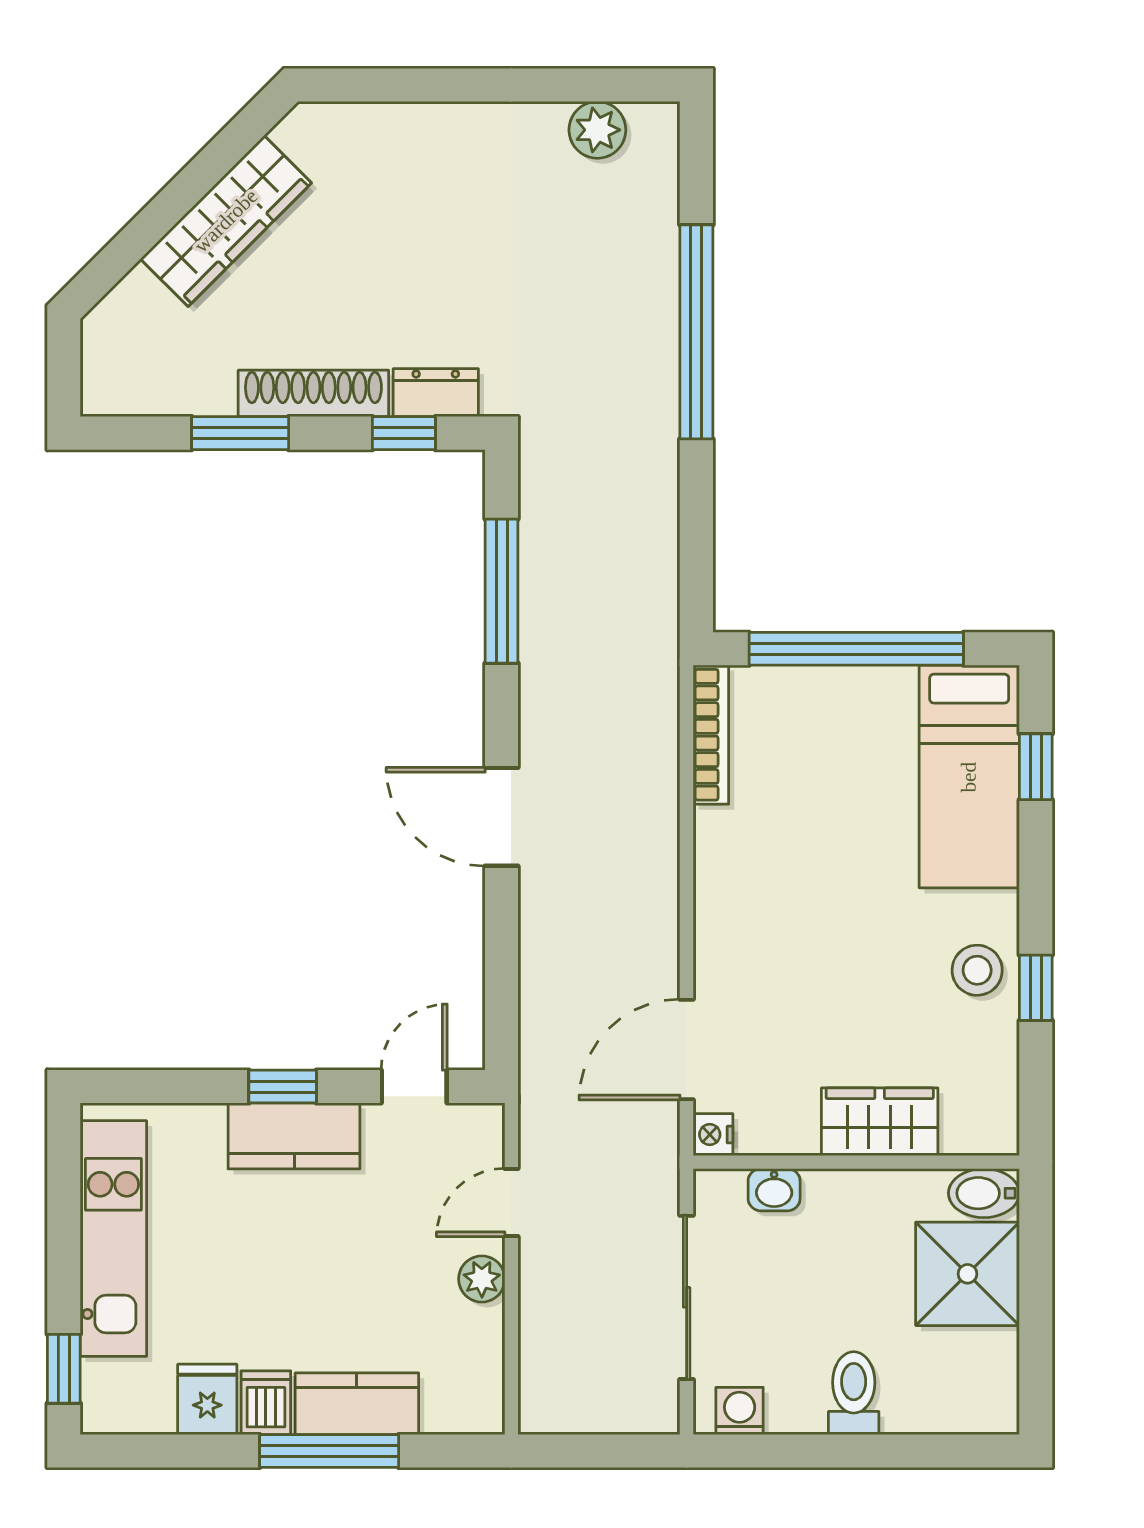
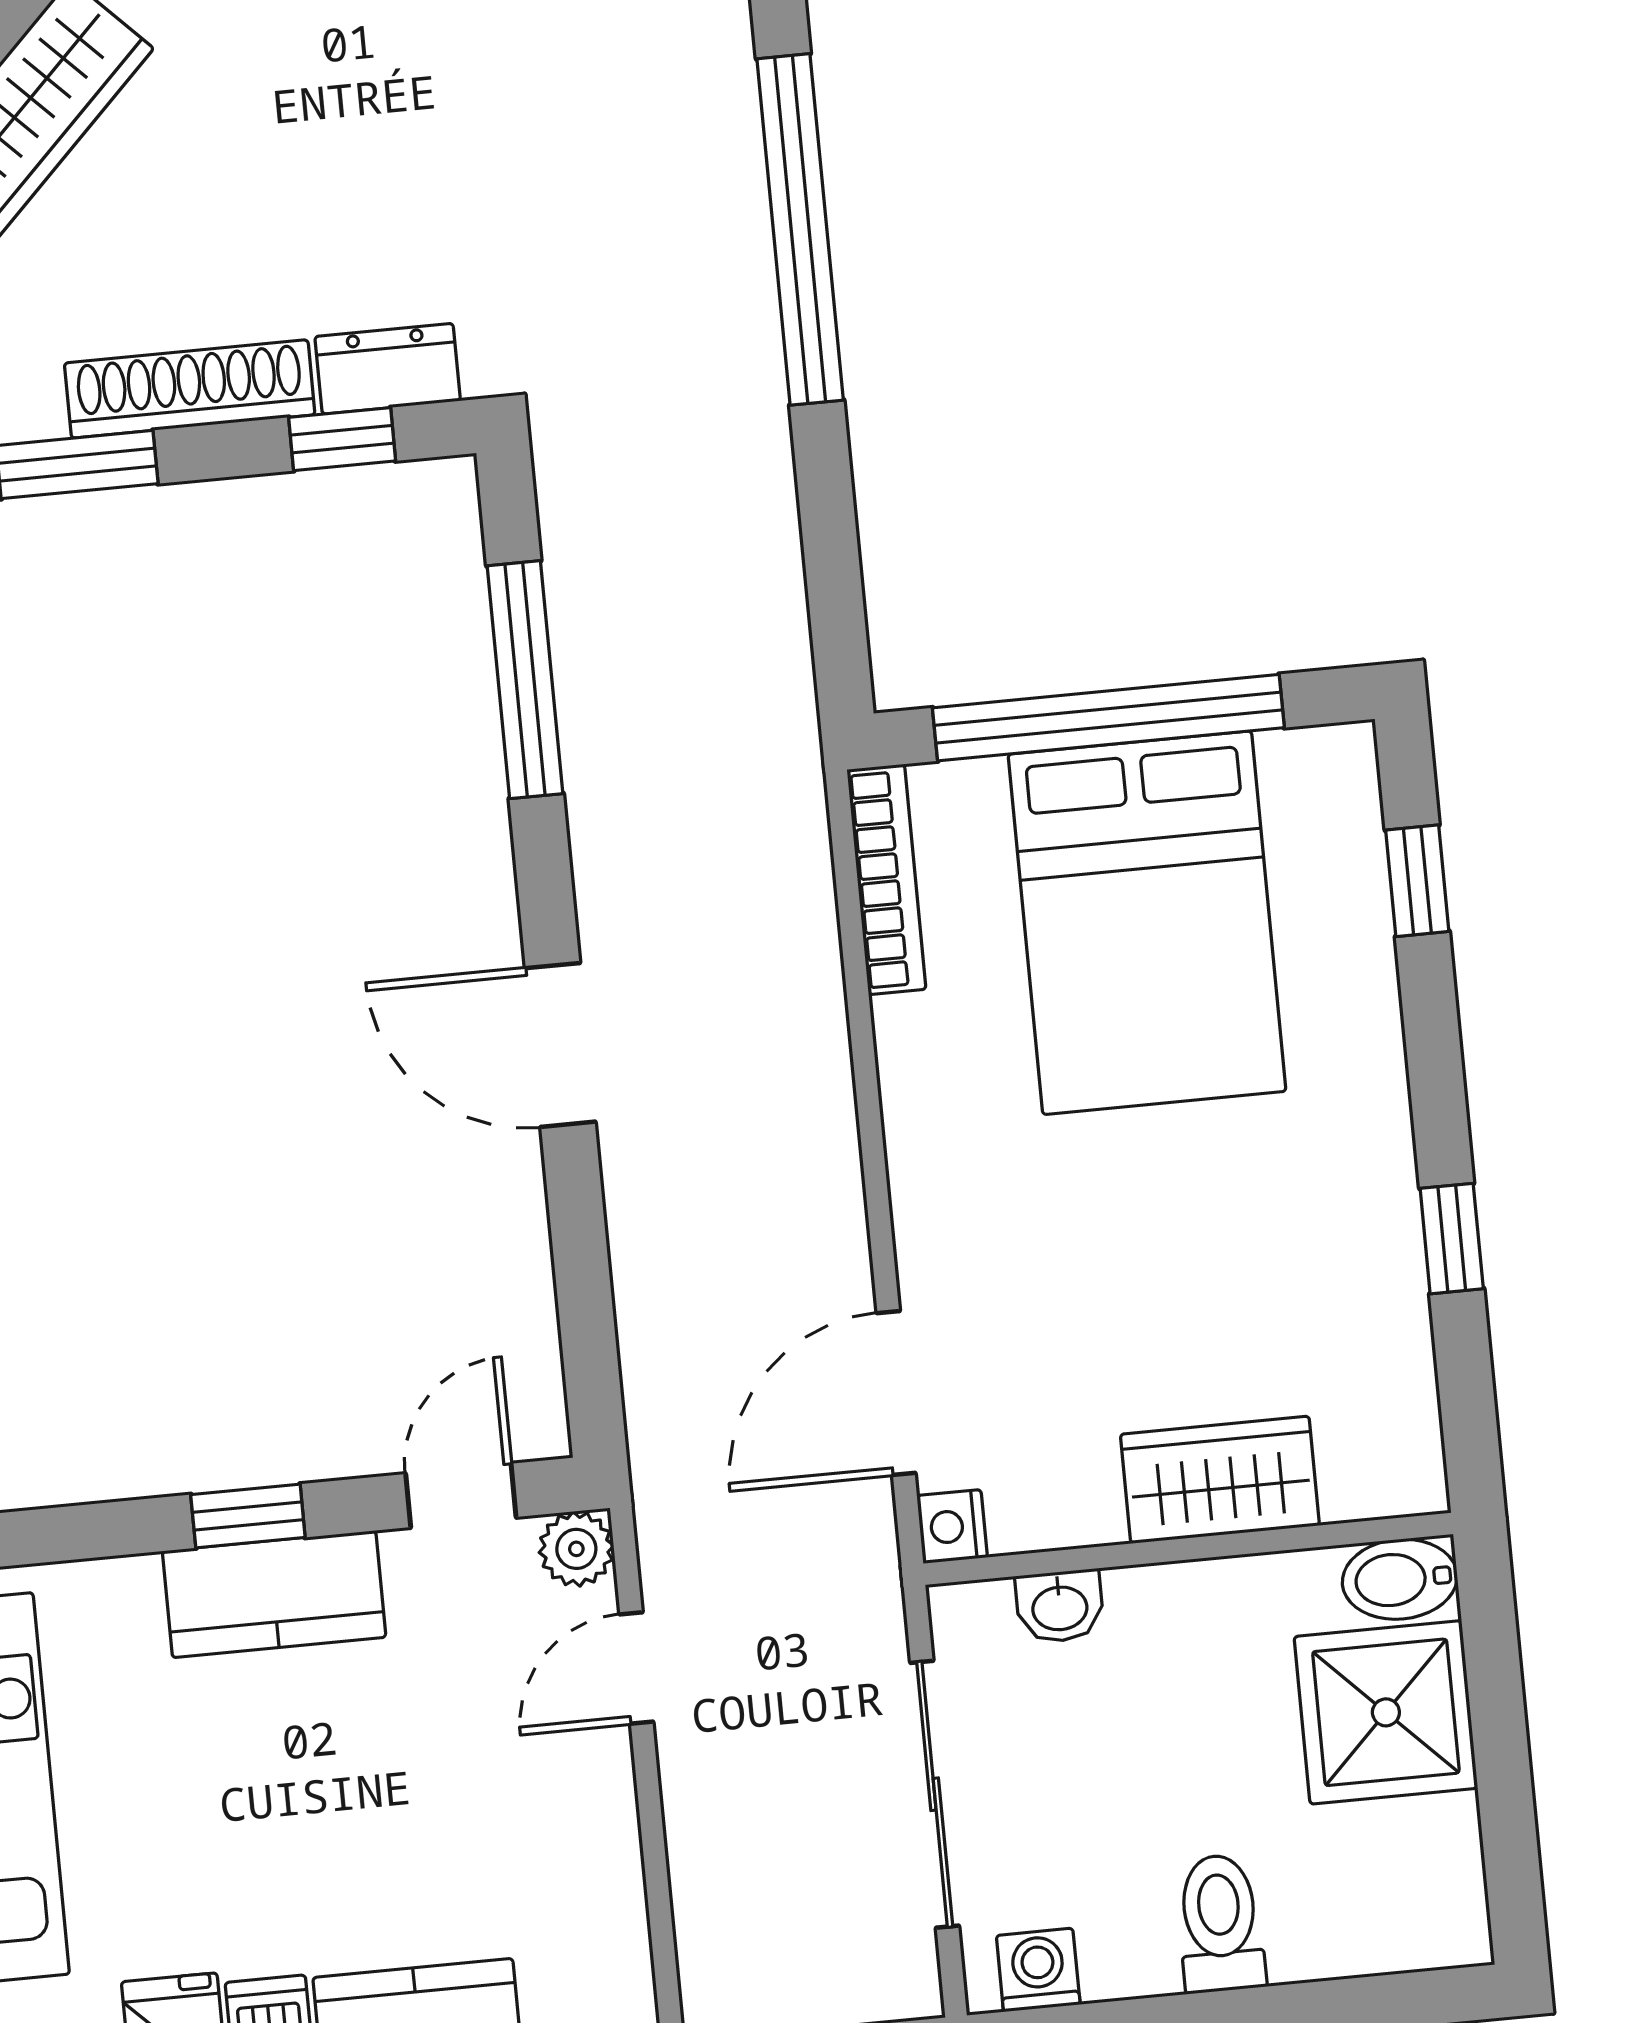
bed: (969, 777) -> (1147, 923), moved, width x1.50
stool: (977, 970) -> (1354, 1219), removed
plant: (482, 1279) -> (576, 1549), moved

